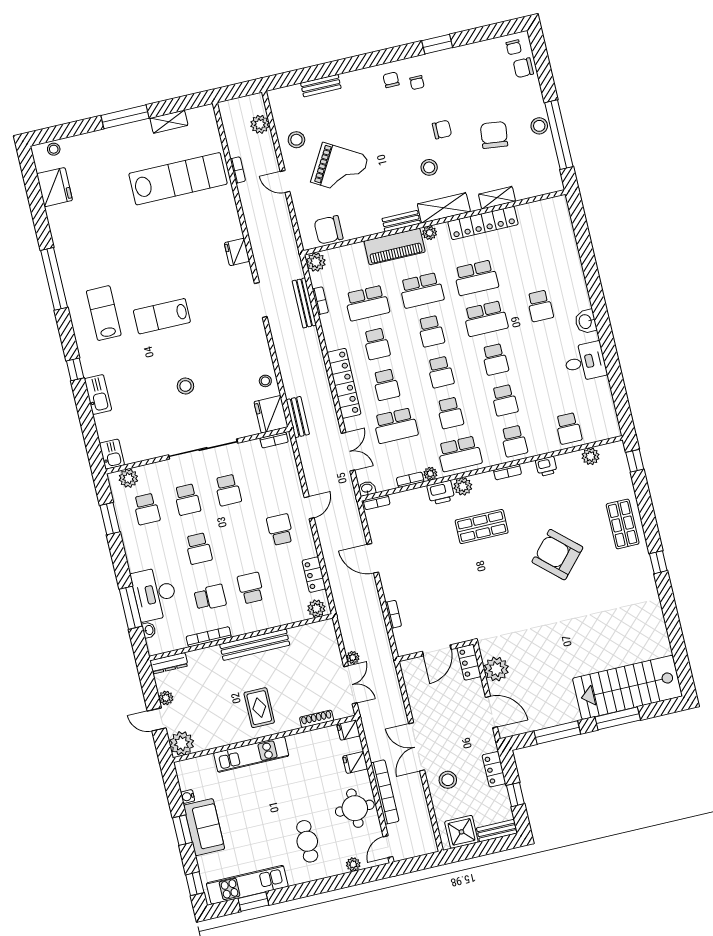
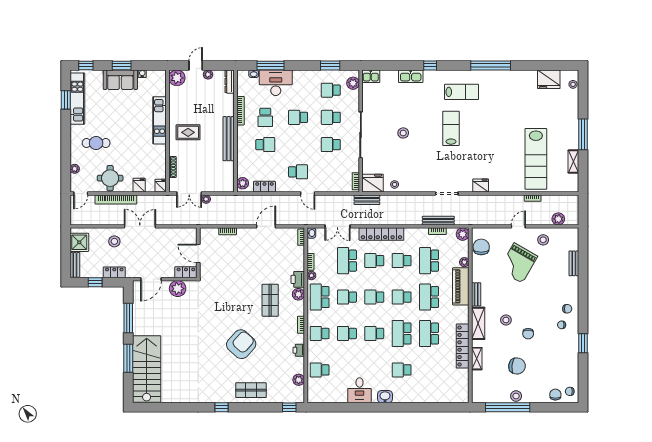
plant: (430, 233) -> (464, 262), moved
door: (388, 847) -> (81, 194), swing flipped

